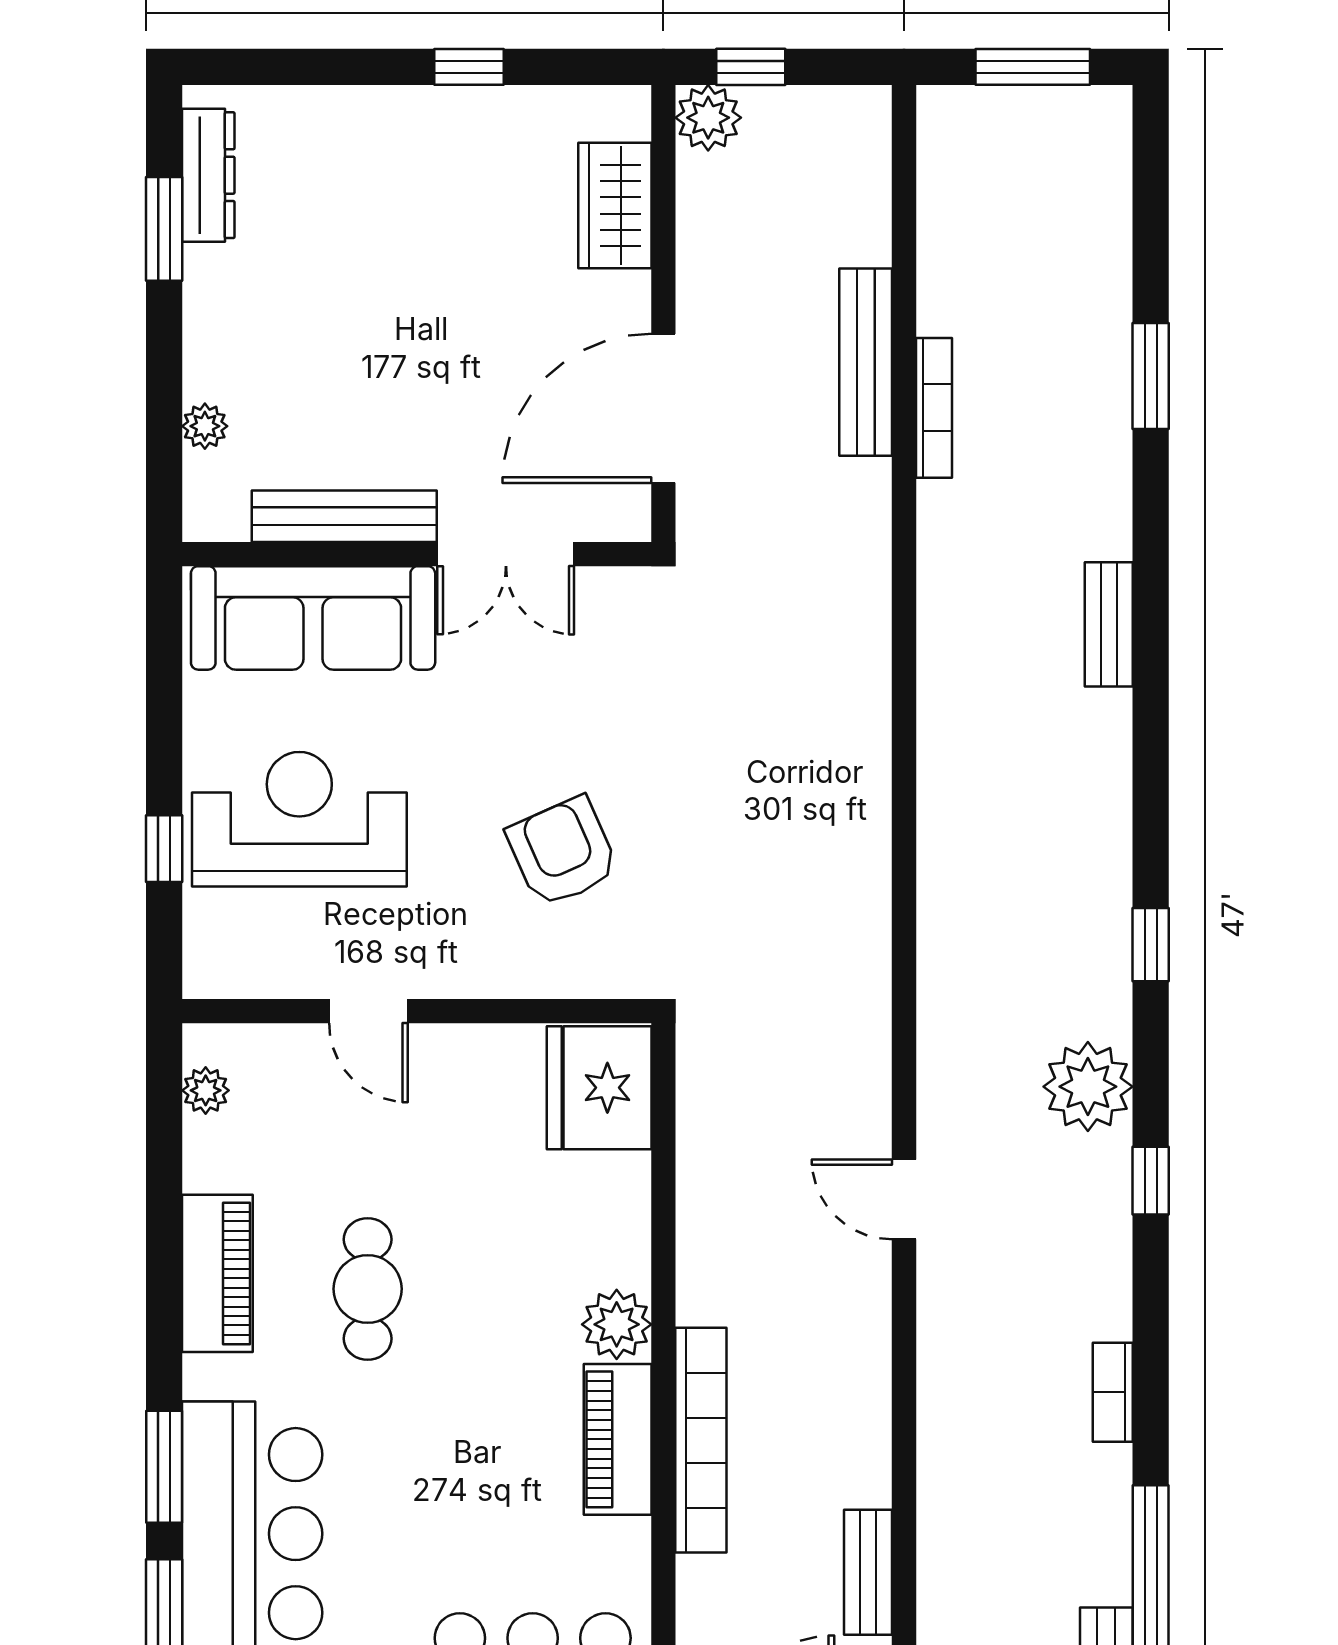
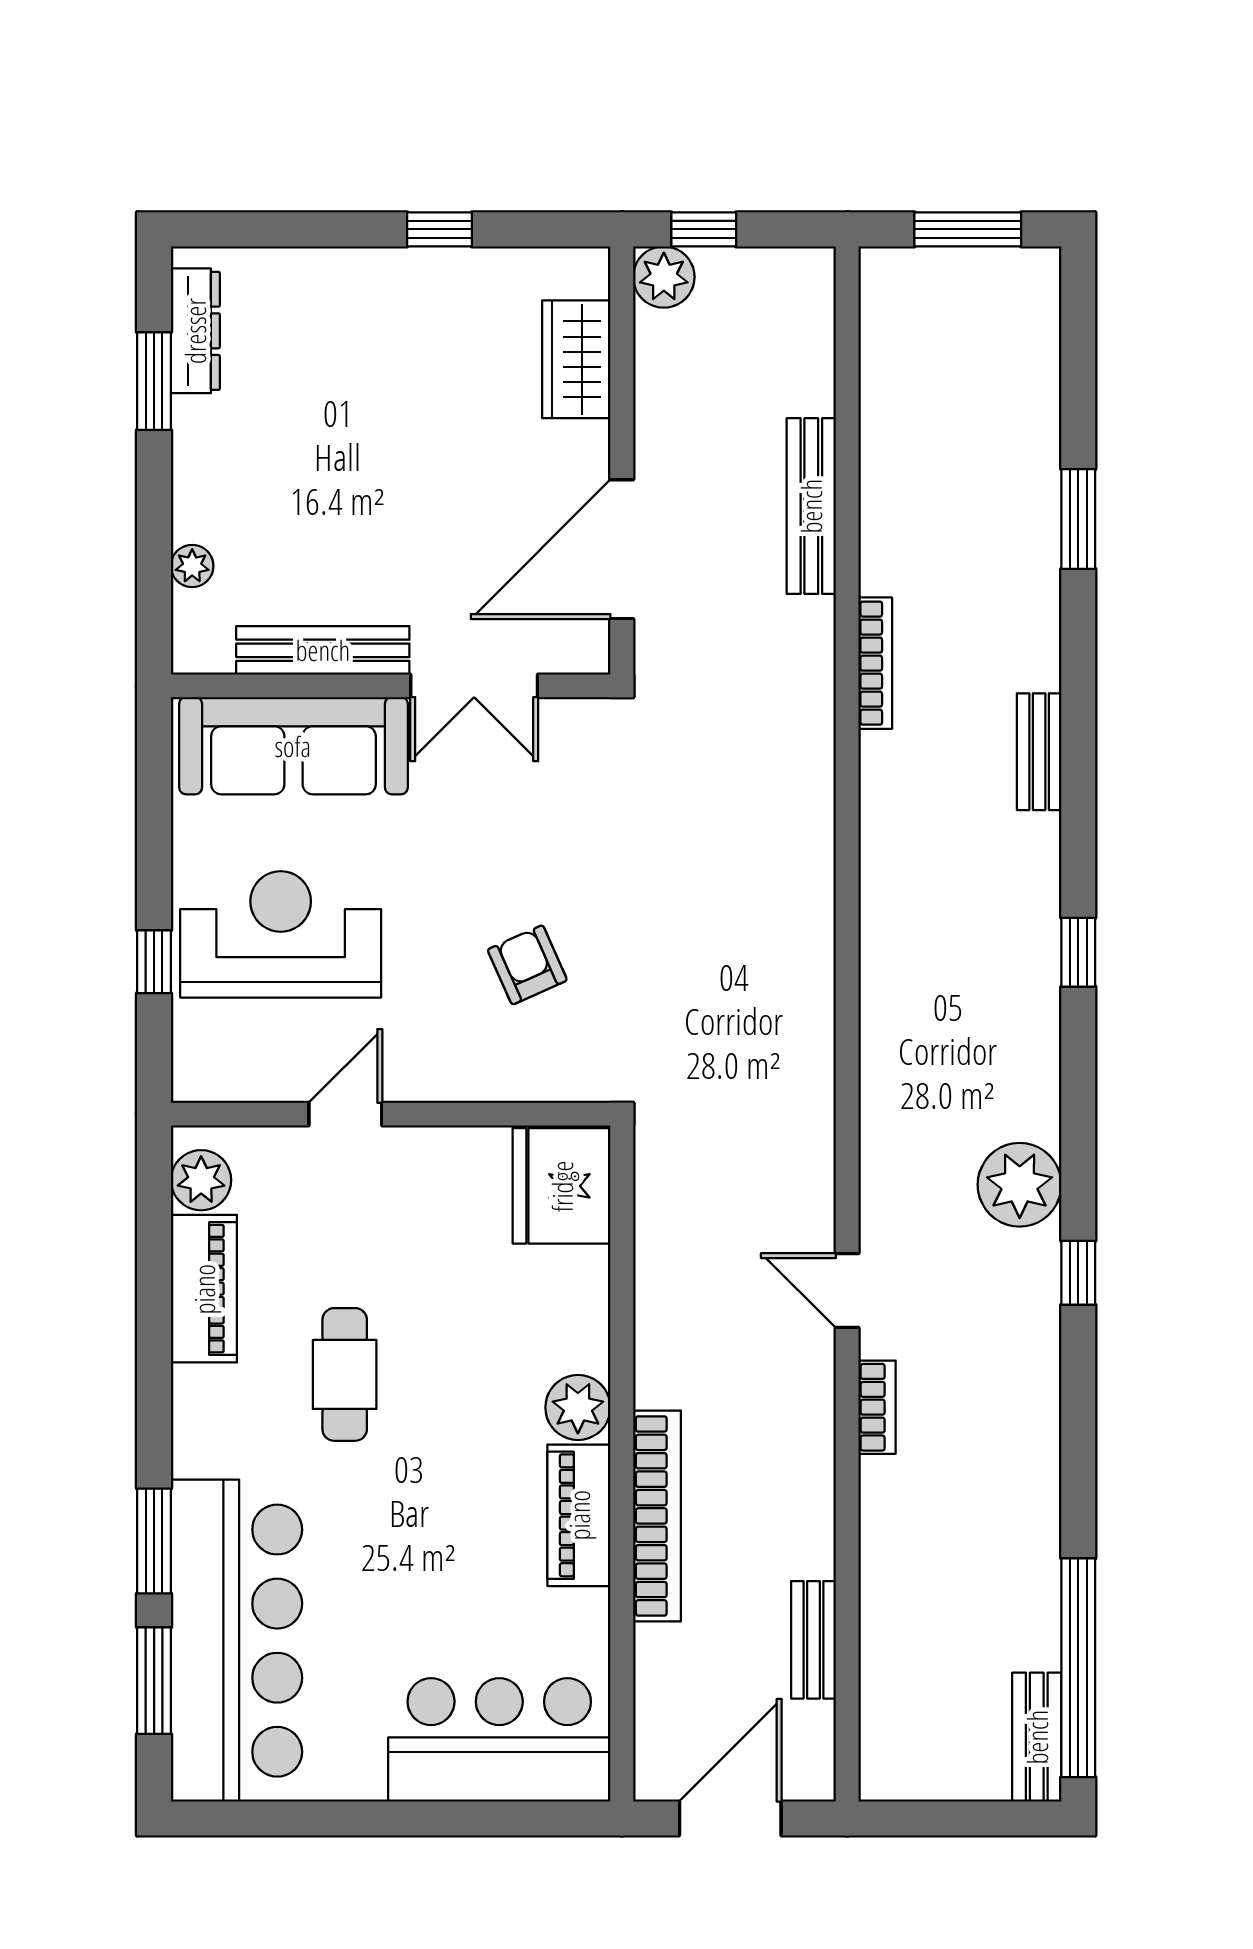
bookcase: (934, 408) -> (875, 663), moved
armchair: (563, 852) -> (527, 965), width x0.72, depth x0.72
window: (1151, 945) -> (1078, 952), moved
door: (368, 1011) -> (345, 1114), swing flipped
plant: (206, 1090) -> (201, 1180), width x1.38, depth x1.38
piano: (217, 1273) -> (204, 1289), moved
bookcase: (1113, 1392) -> (877, 1407), moved, turned 180

